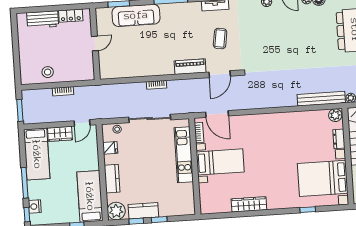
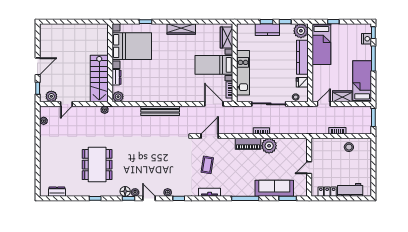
plant: (146, 67) -> (269, 146), added
piano: (190, 67) -> (248, 144), moved
bench: (321, 99) -> (160, 111), moved
kitchen counter: (112, 179) -> (302, 57), width x1.50
wardrobe: (207, 197) -> (227, 38), added
wardrobe: (249, 204) -> (181, 29), moved
kitchen counter: (143, 211) -> (267, 30), moved

